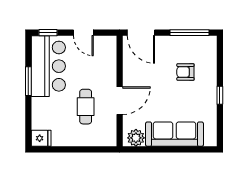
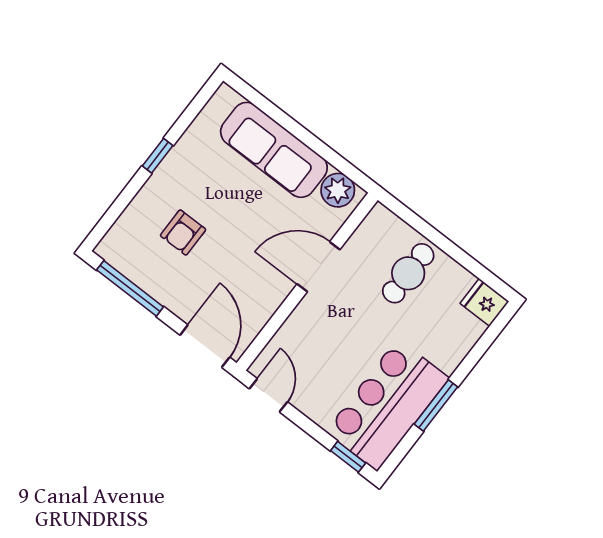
door: (83, 33) -> (268, 395), moved
armchair: (185, 72) -> (183, 233), turned 90
cafe table: (86, 107) -> (408, 273), moved

